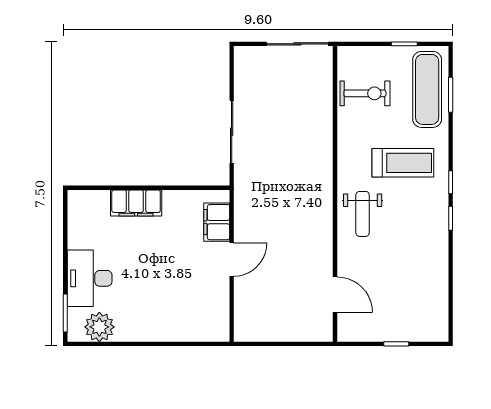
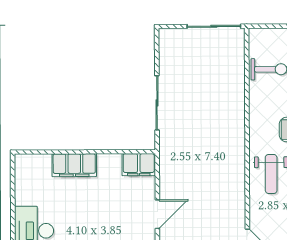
filing cabinet: (217, 222) -> (139, 165), moved, turned -90

